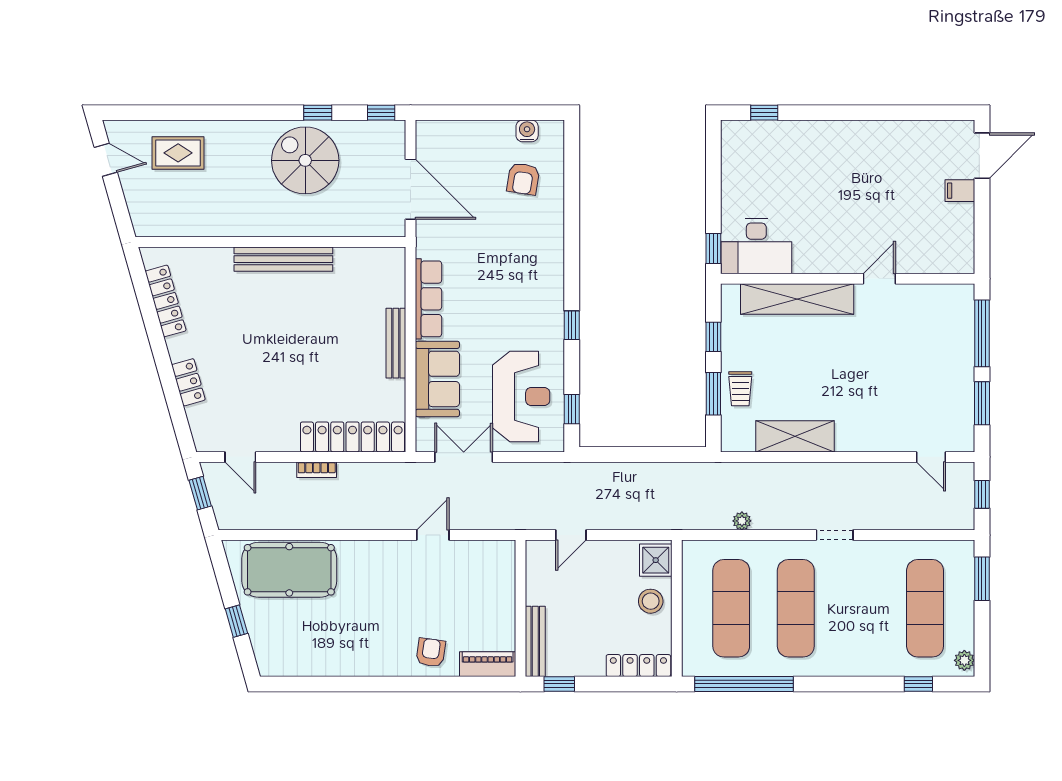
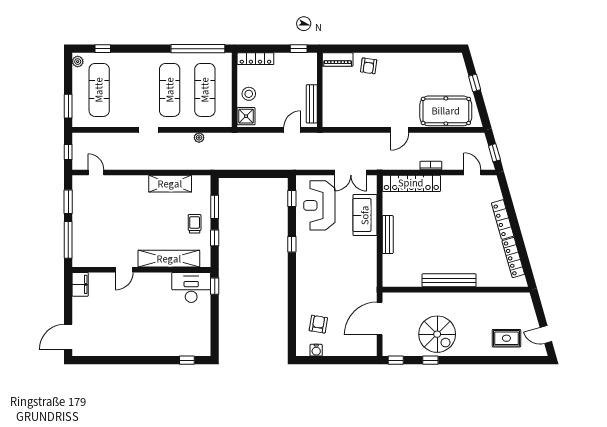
door: (411, 189) -> (380, 318), hinge flipped
filing cabinet: (960, 191) -> (80, 284), moved, width x2.00
row of seats: (428, 299) -> (370, 259), removed
locker: (188, 382) -> (503, 219), width x1.53
trolley: (740, 389) -> (195, 224), moved
door: (433, 535) -> (400, 130), moved
bench: (535, 641) -> (312, 104), moved

